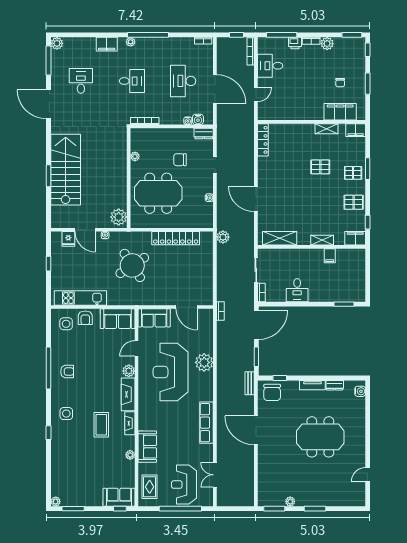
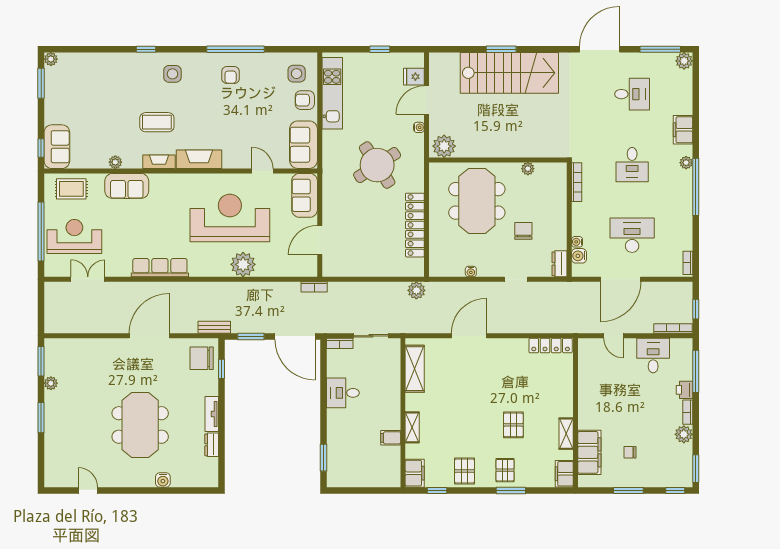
plant: (129, 371) -> (231, 160), removed
water cooler: (360, 391) -> (163, 480), moved

